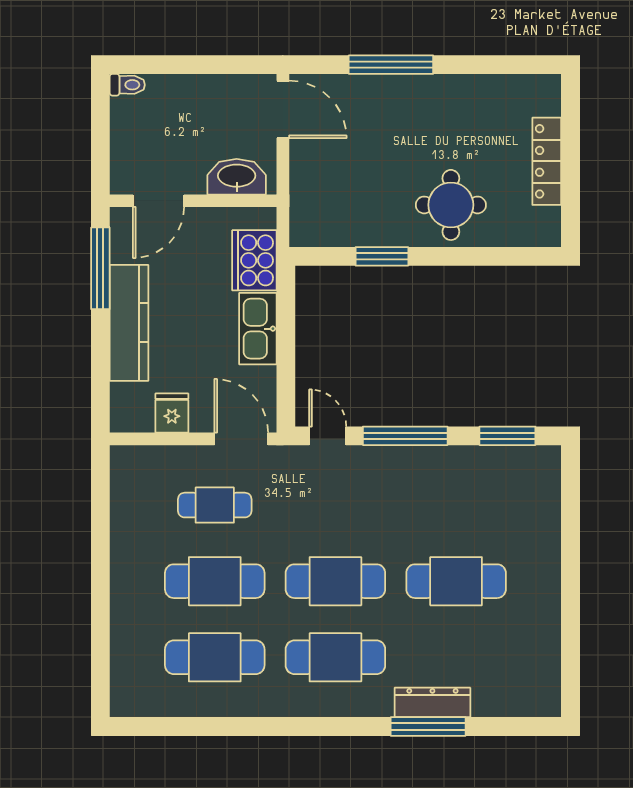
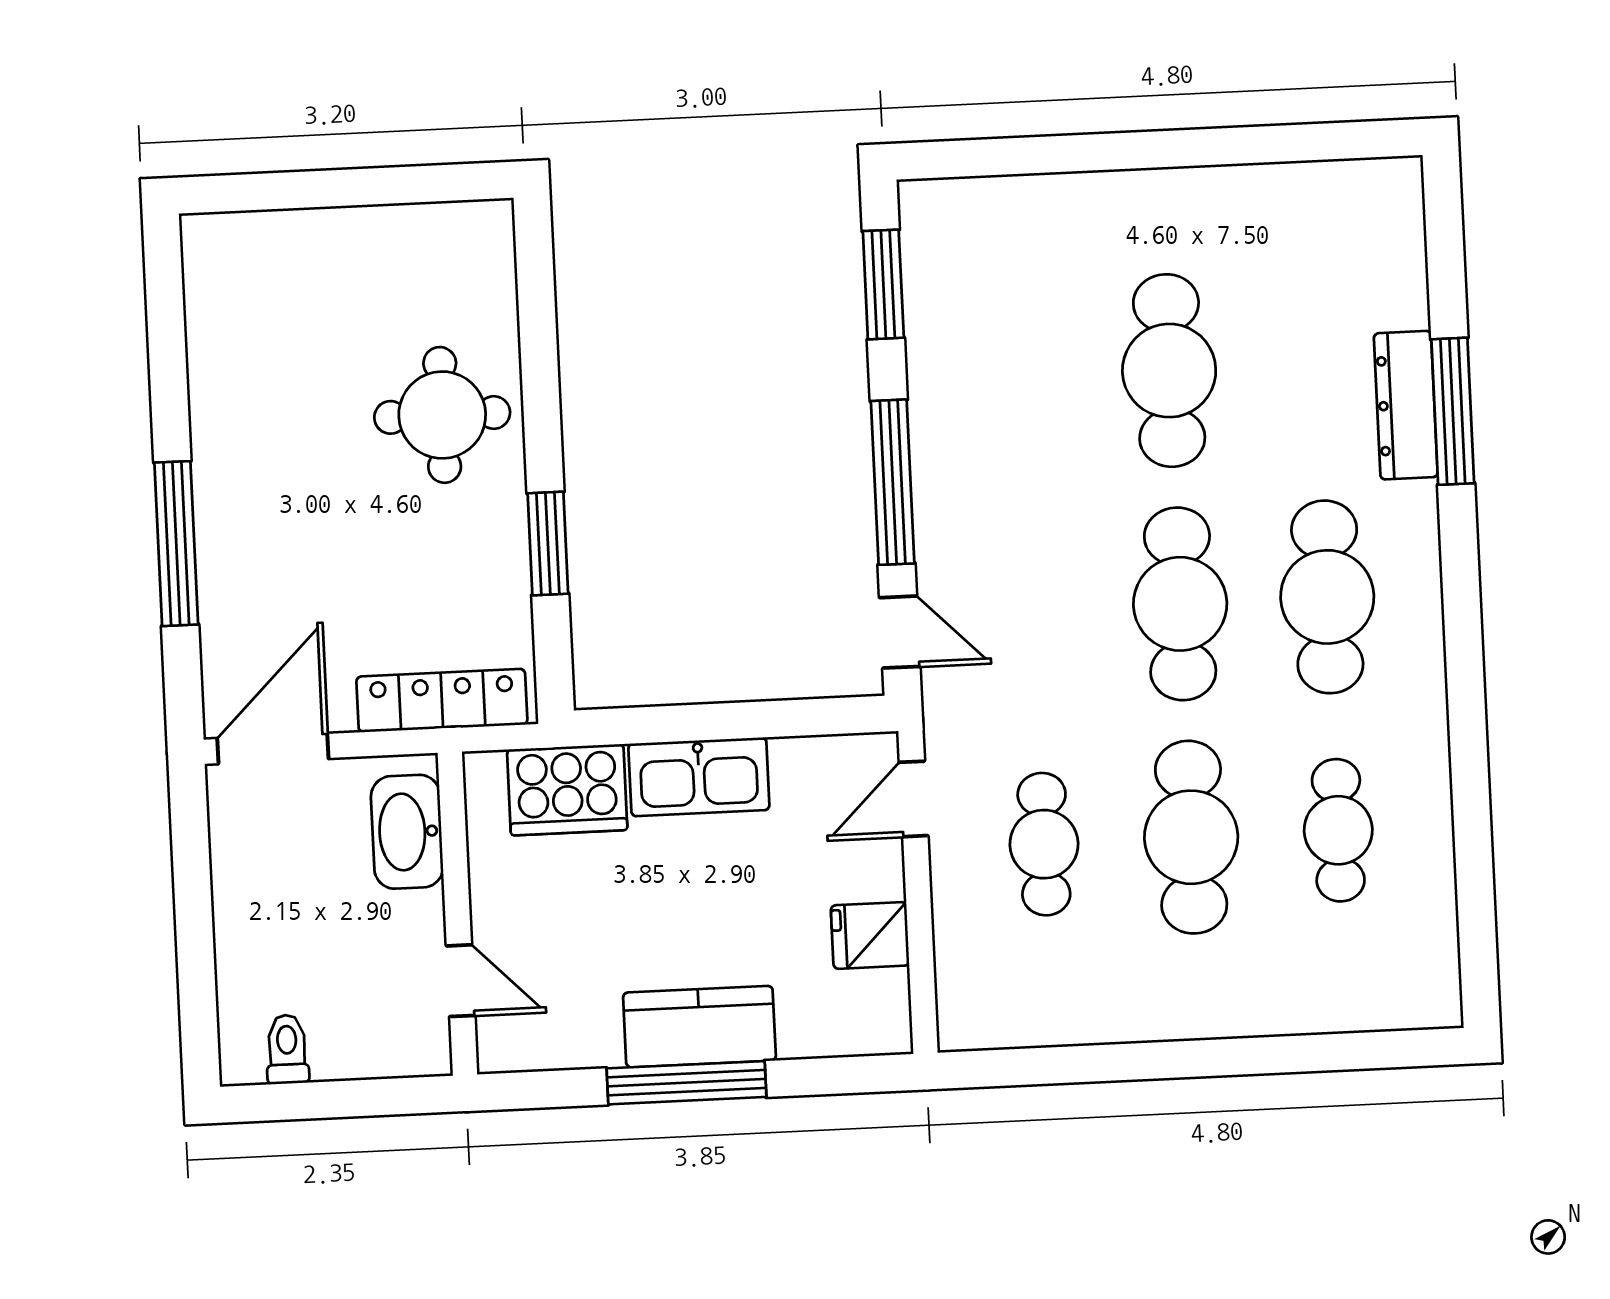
toilet: (127, 85) -> (287, 1049), moved
locker: (547, 161) -> (442, 701), moved, turned 180
door: (159, 201) -> (461, 981), width x0.73
window: (100, 268) -> (687, 1083), moved
kitchen counter: (129, 323) -> (699, 1027), width x0.67
door: (328, 436) -> (900, 632), swing flipped
door: (241, 439) -> (914, 799), width x0.73
cafe table: (215, 657) -> (1338, 830), width x0.73, depth x0.74

